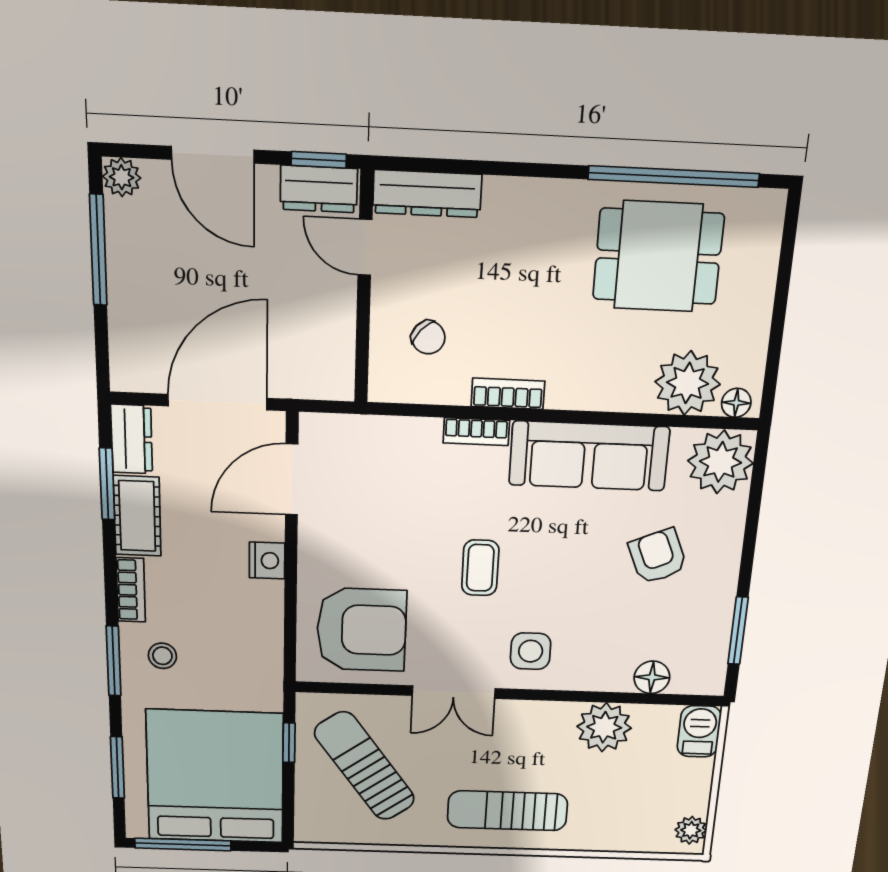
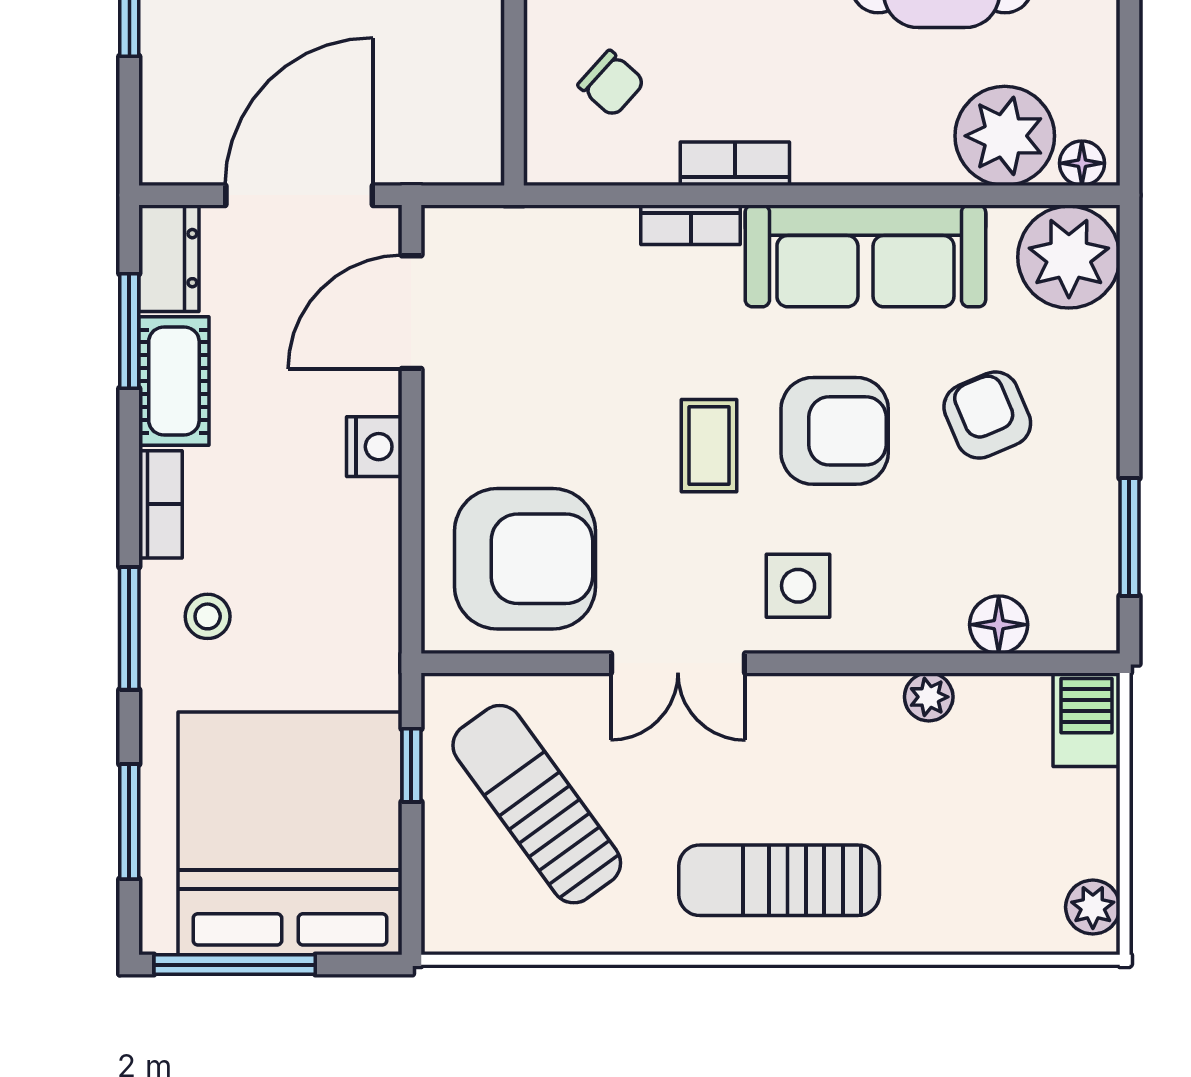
armchair: (560, 562) -> (835, 431), added
plant: (604, 727) -> (929, 697), width x0.53, depth x0.53

